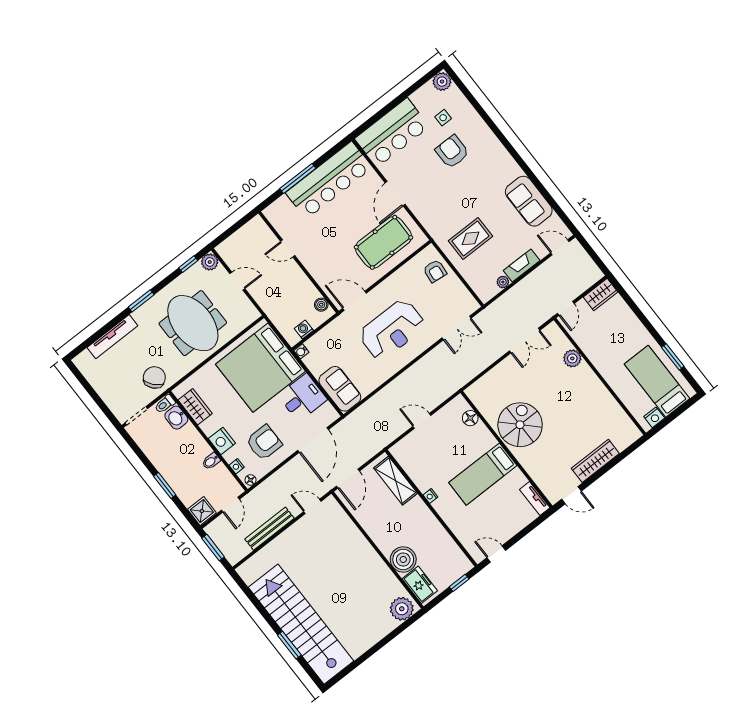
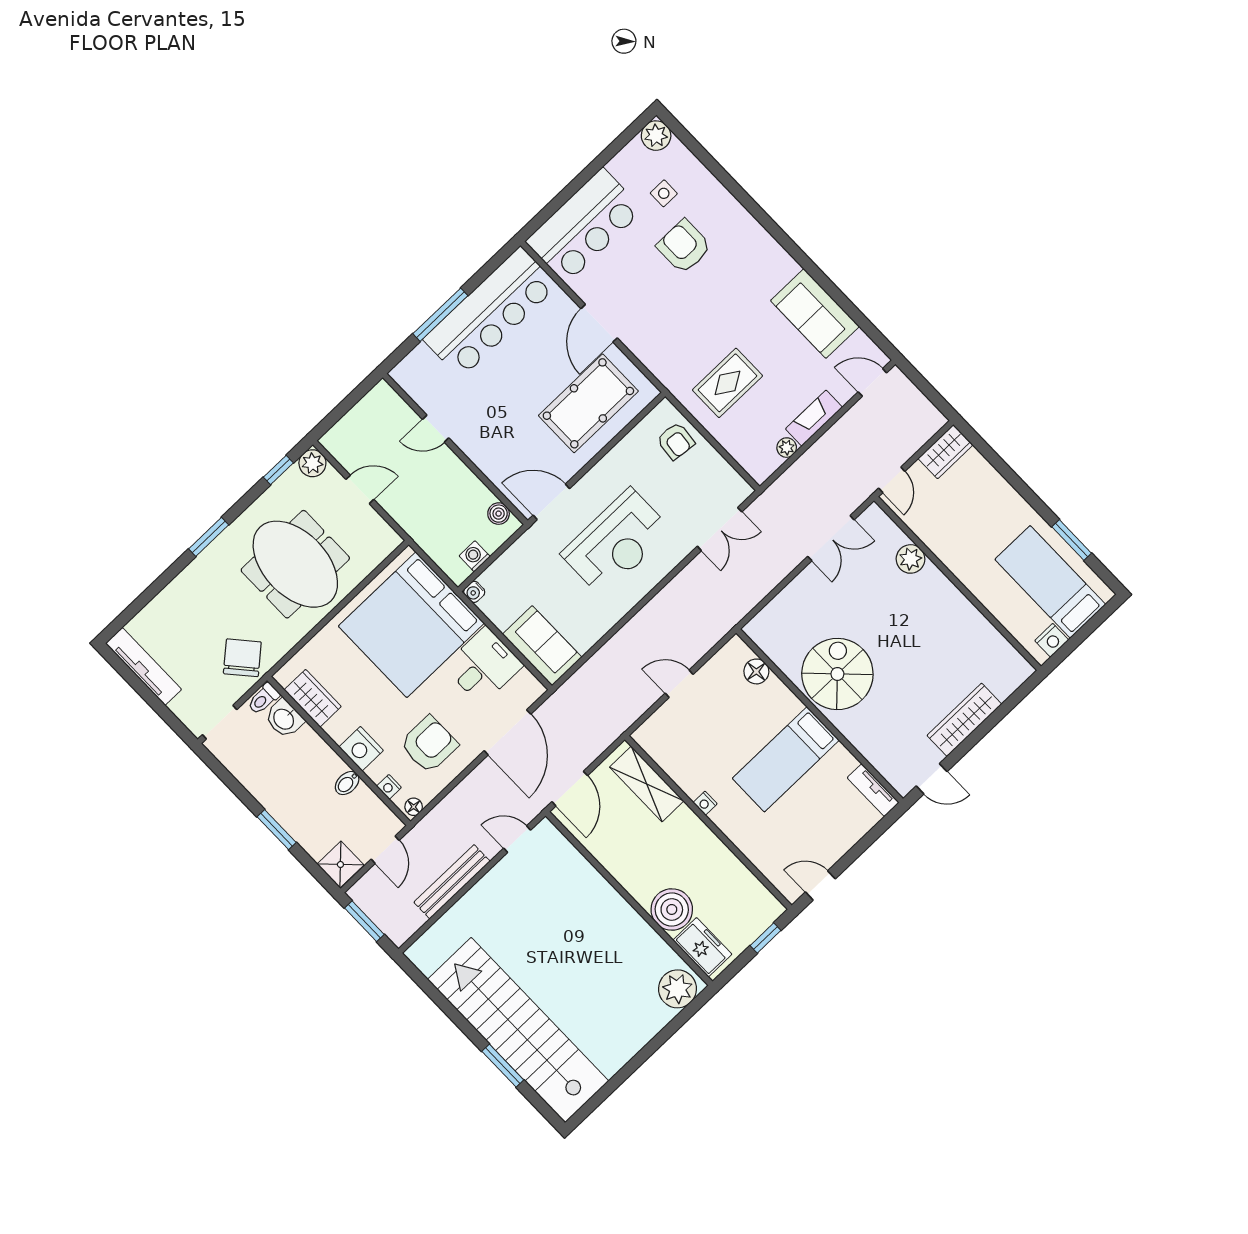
tv unit: (112, 337) -> (143, 666), moved, turned -90

